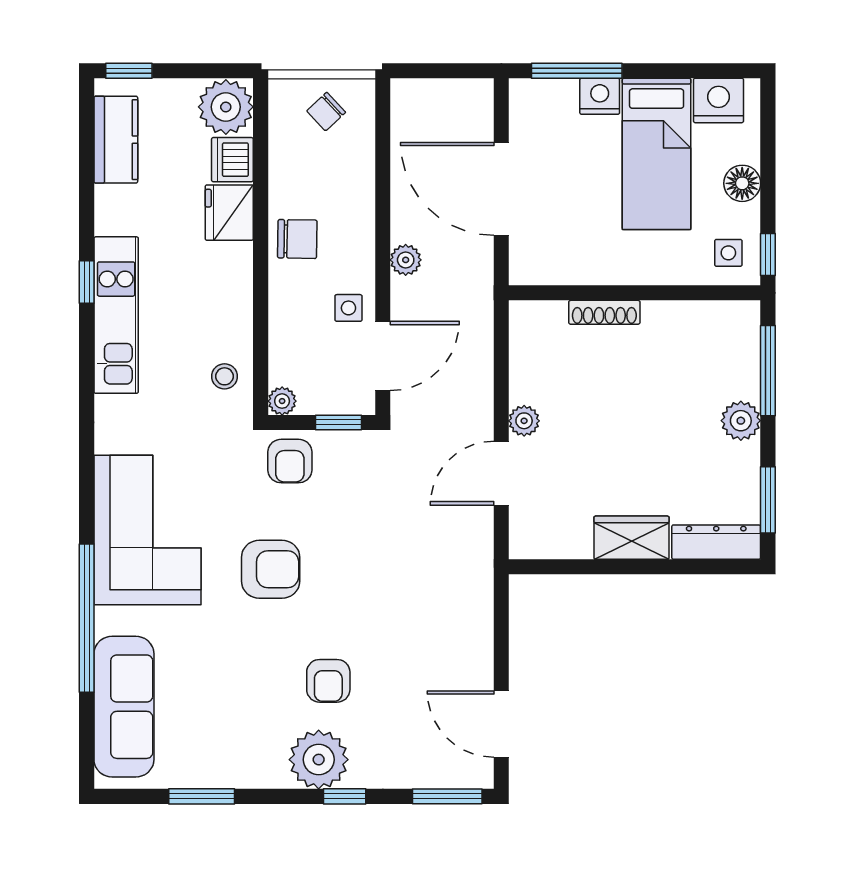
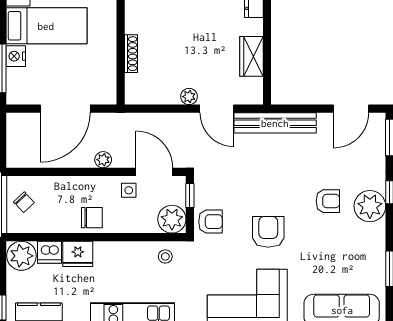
chair: (297, 239) -> (92, 218), turned 89
plant: (282, 401) -> (172, 219), width x1.88, depth x1.88
wardrobe: (631, 538) -> (251, 56), moved
bench: (475, 582) -> (275, 123), added

